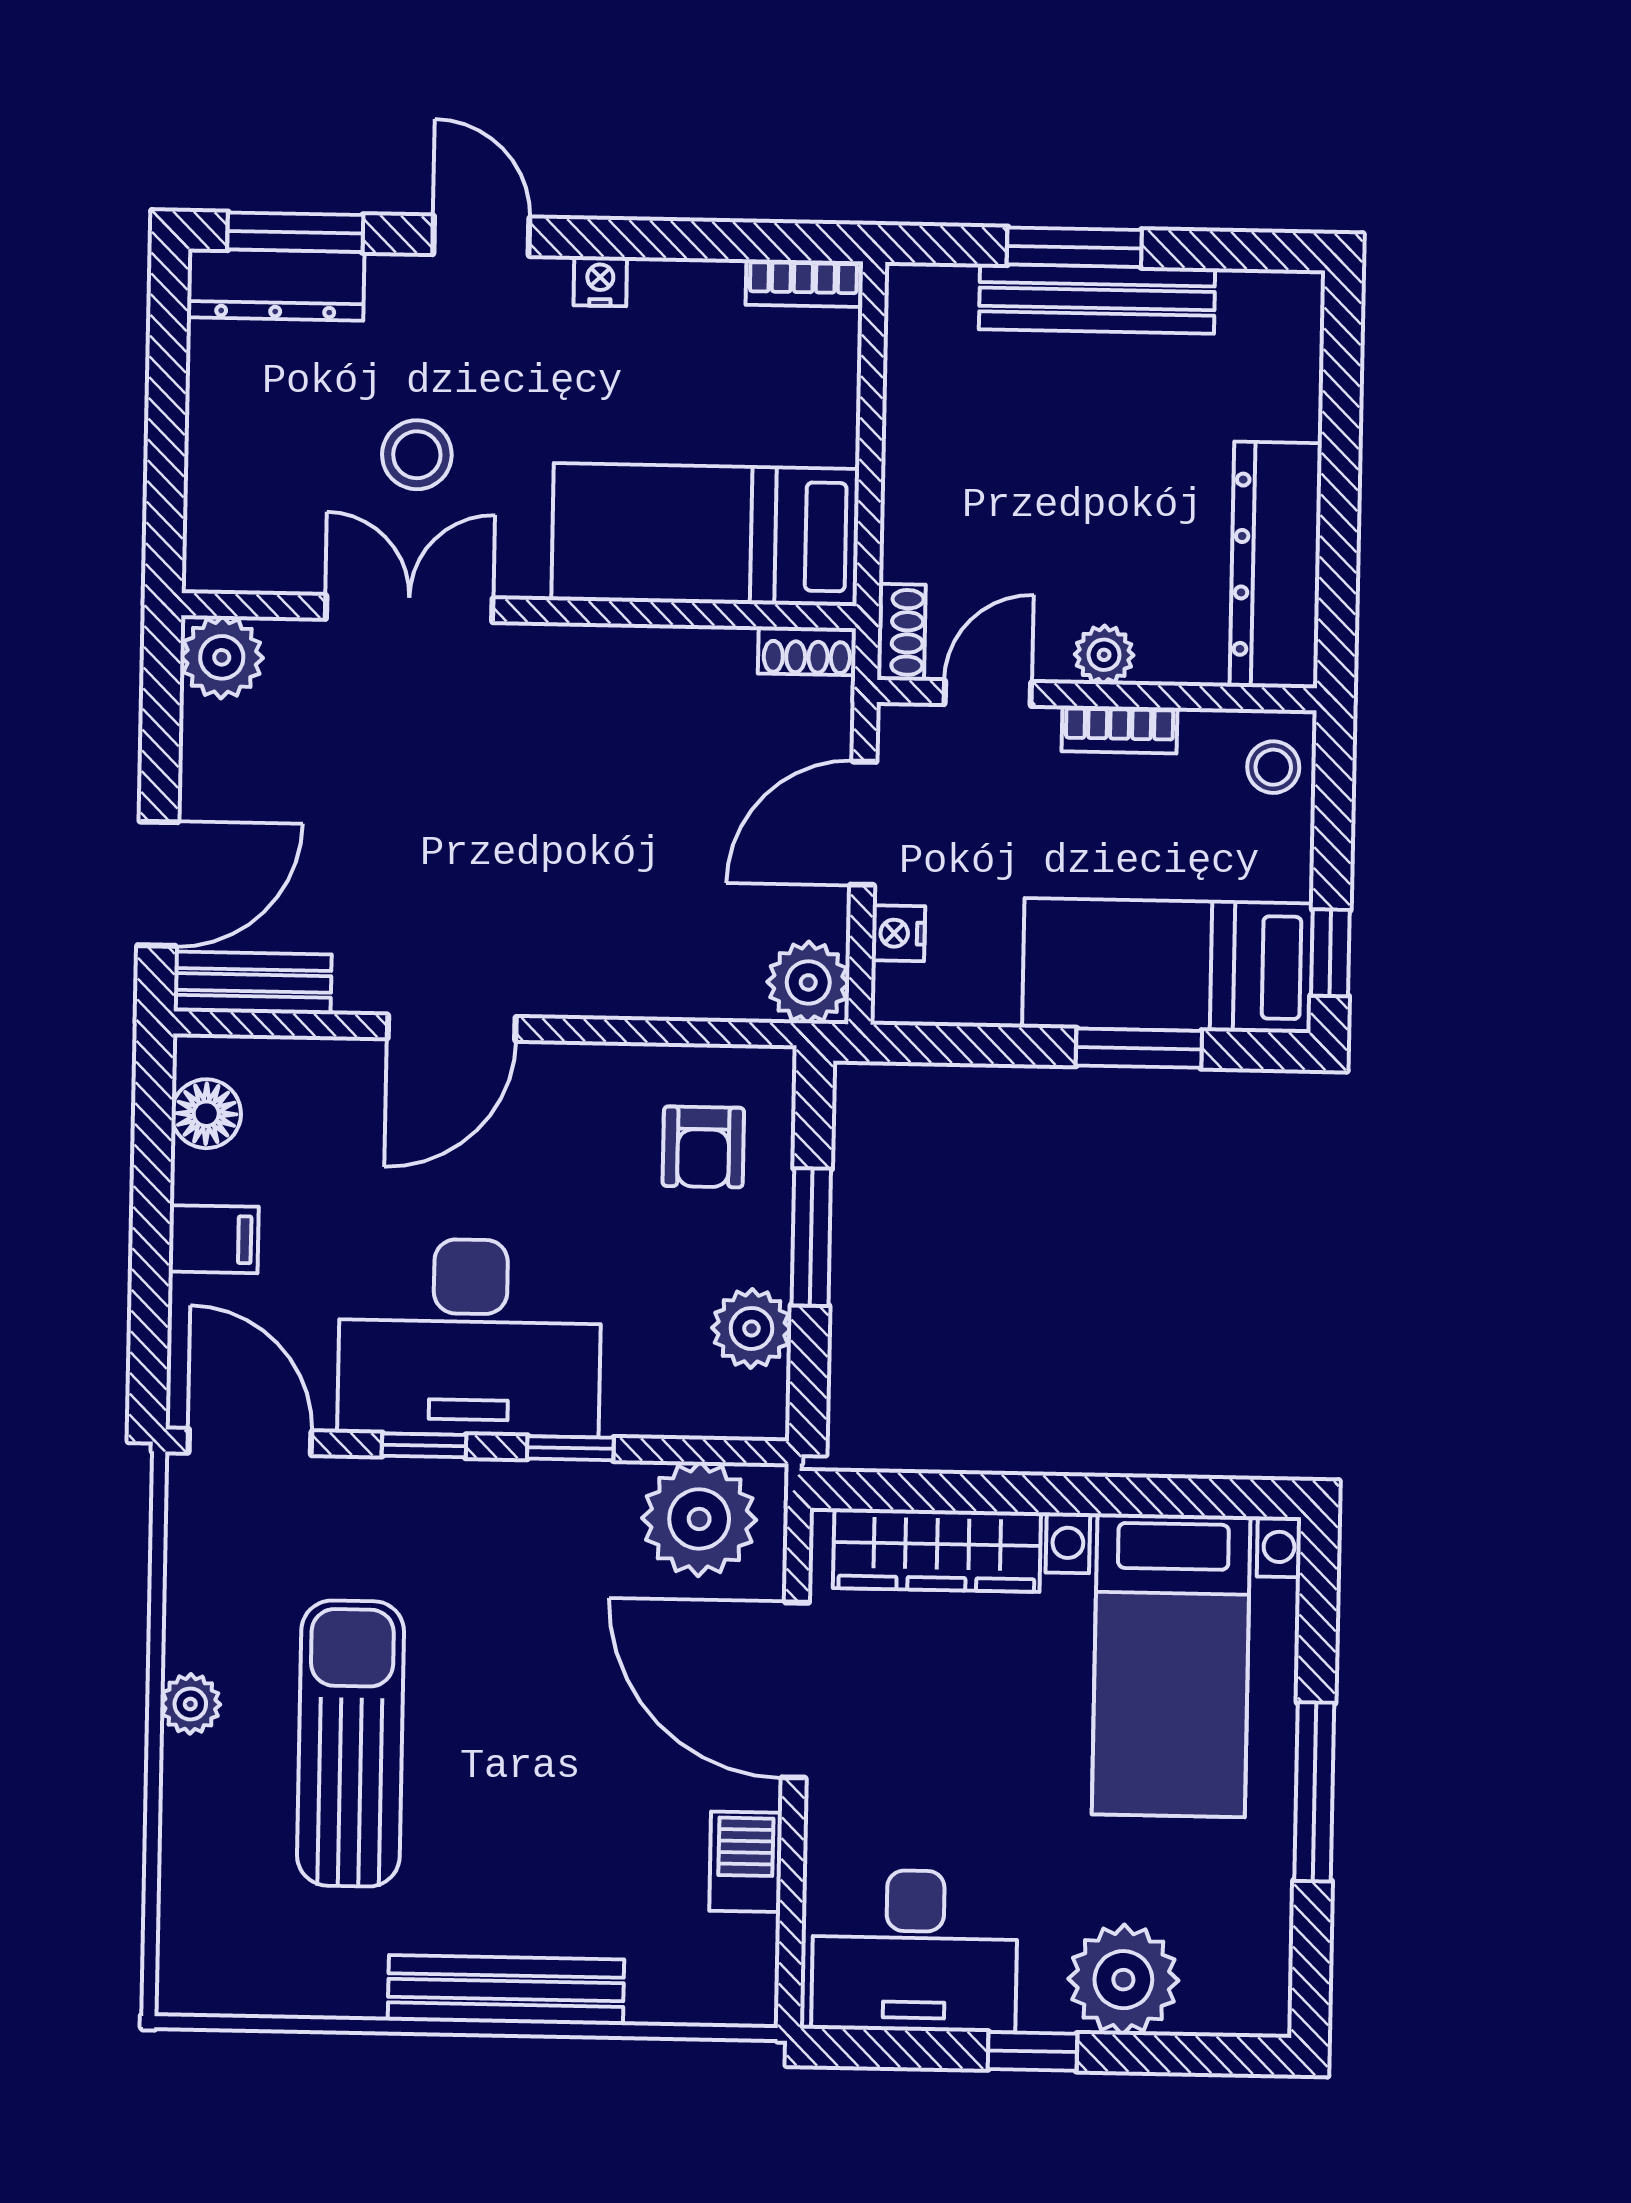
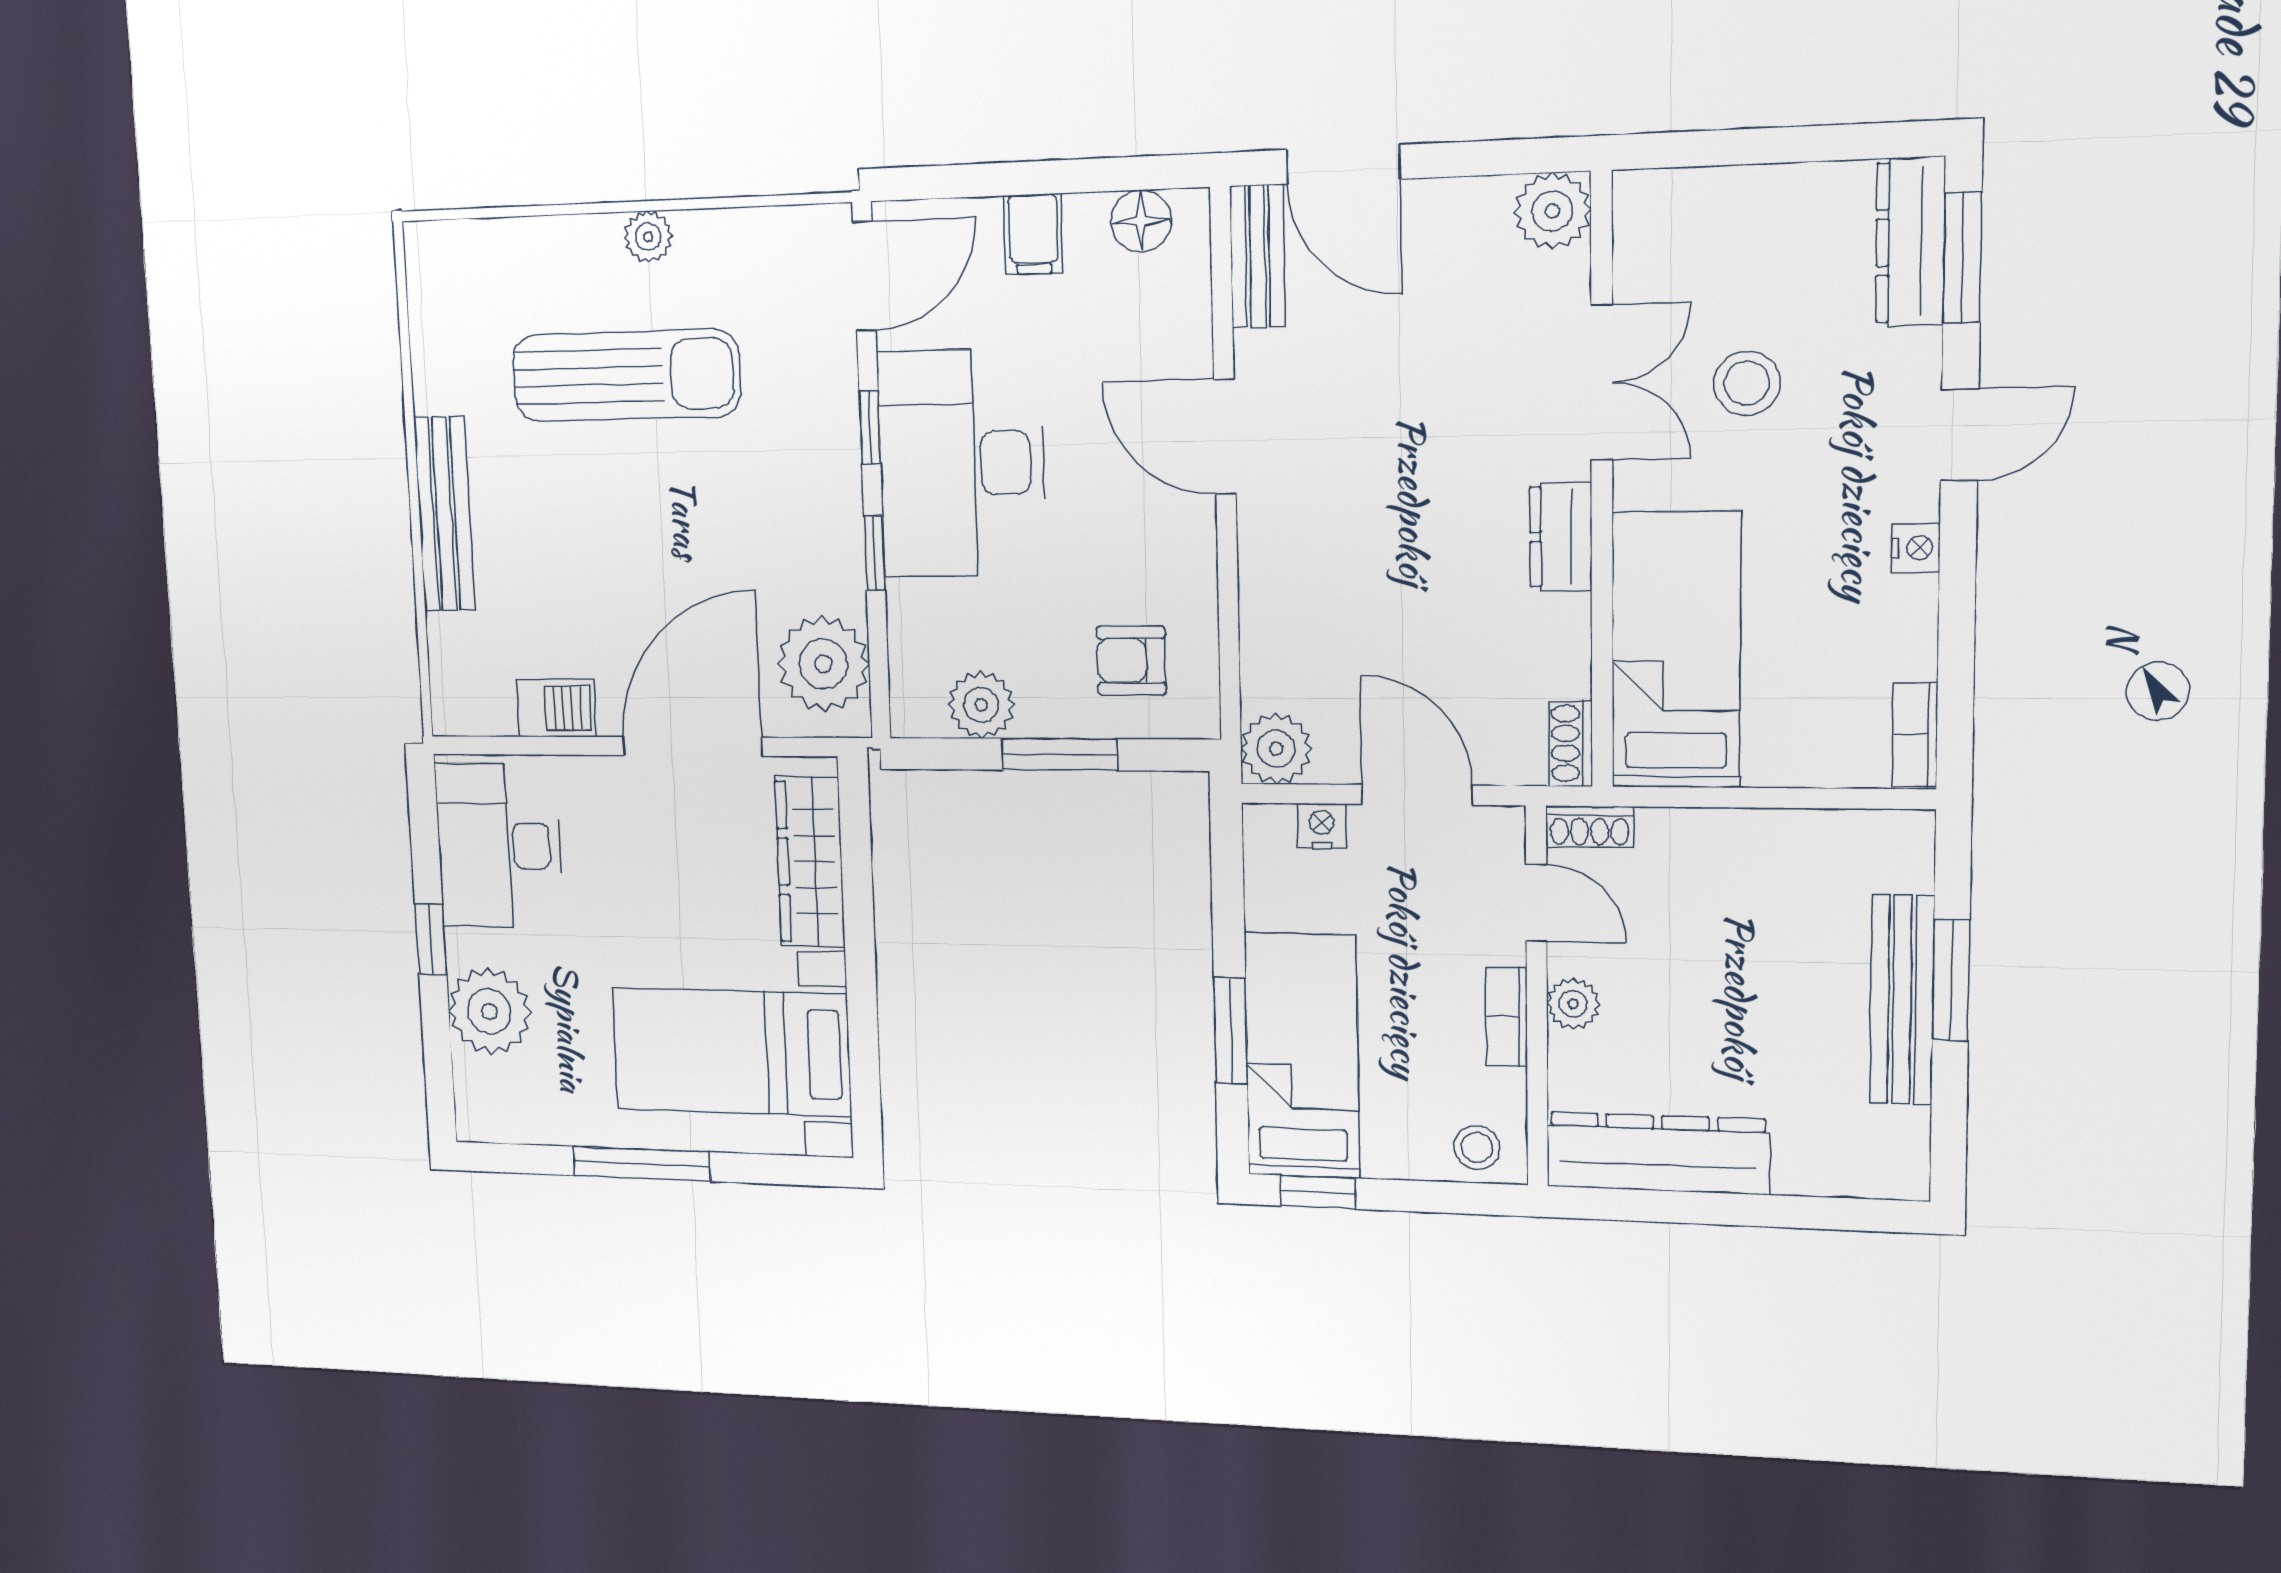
dresser: (576, 656) -> (1561, 537), added

